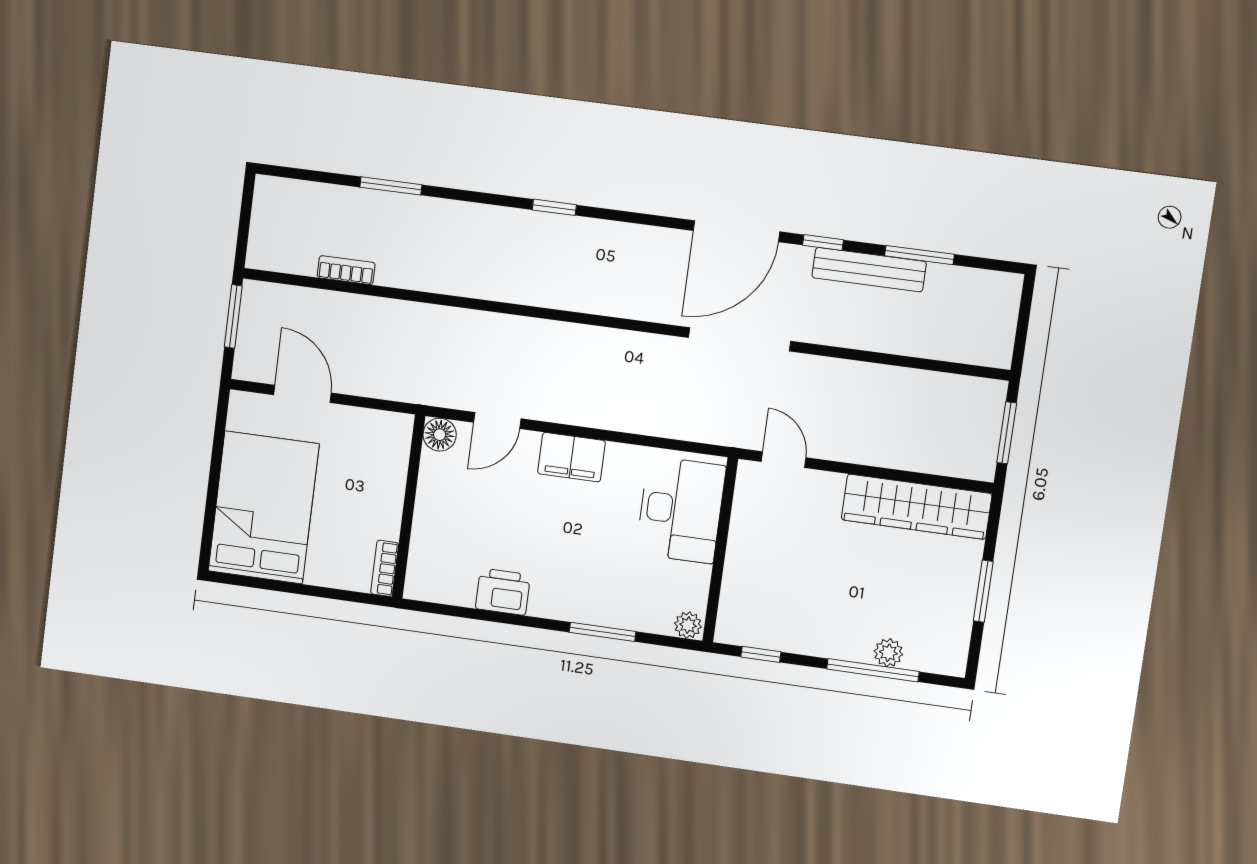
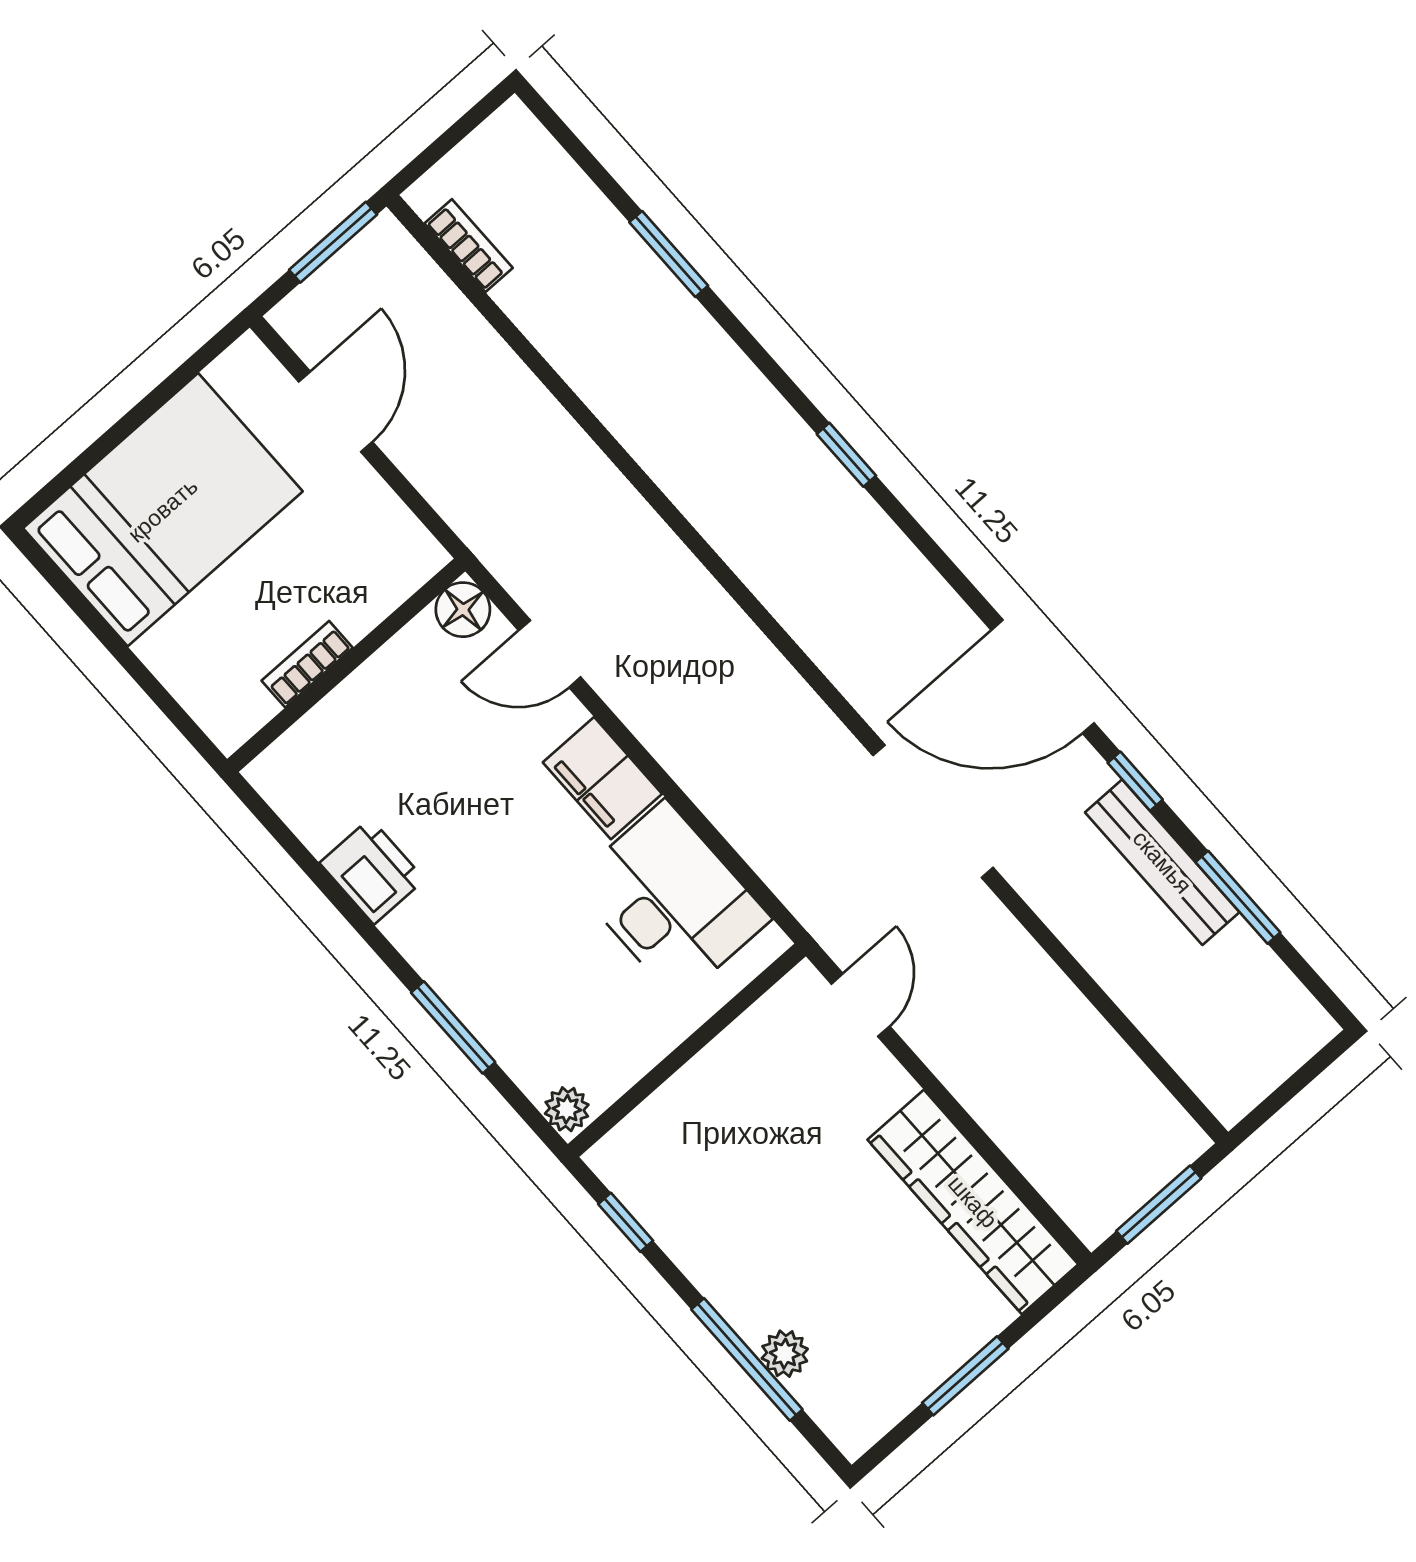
bookcase: (346, 270) -> (469, 246), moved
desk: (681, 510) -> (671, 900), moved, turned -90
bookcase: (385, 568) -> (307, 664), moved

